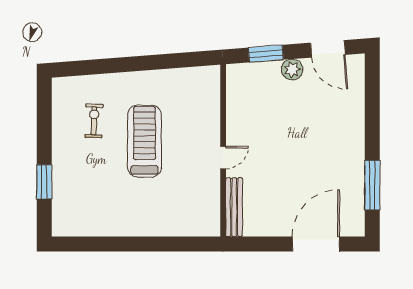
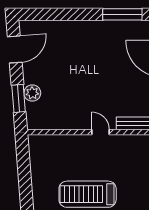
plant: (292, 70) -> (32, 93), moved

